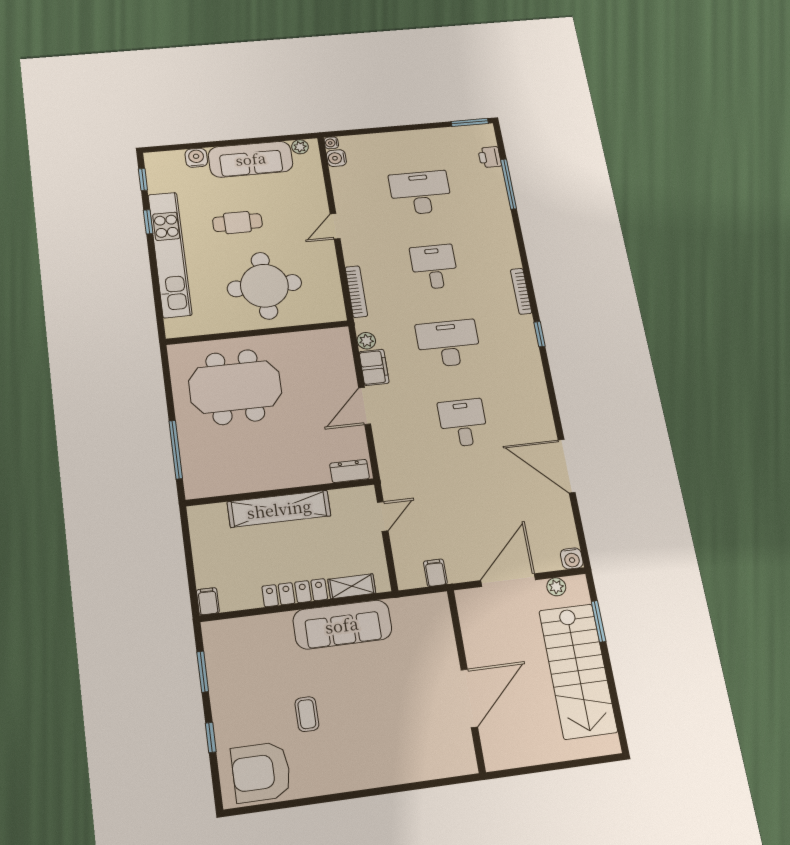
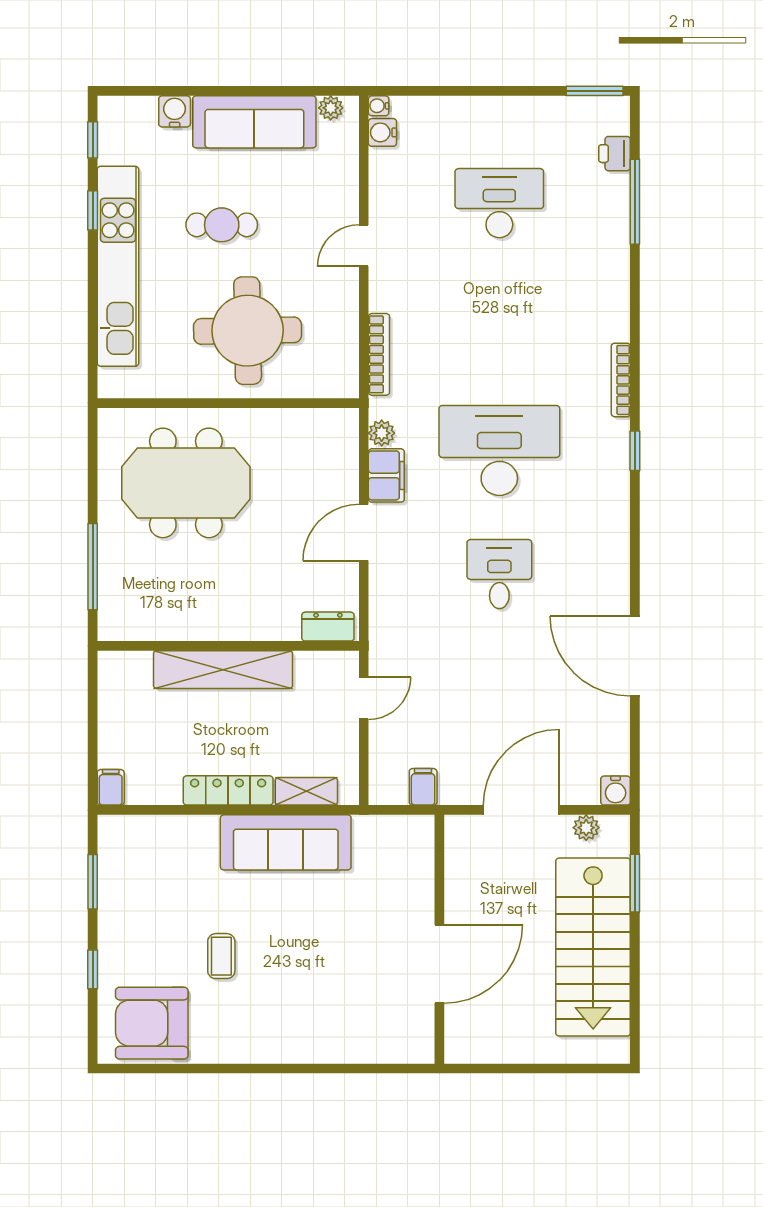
desk: (434, 267) -> (499, 327), removed
desk: (448, 343) -> (499, 450), width x1.36, depth x1.30

